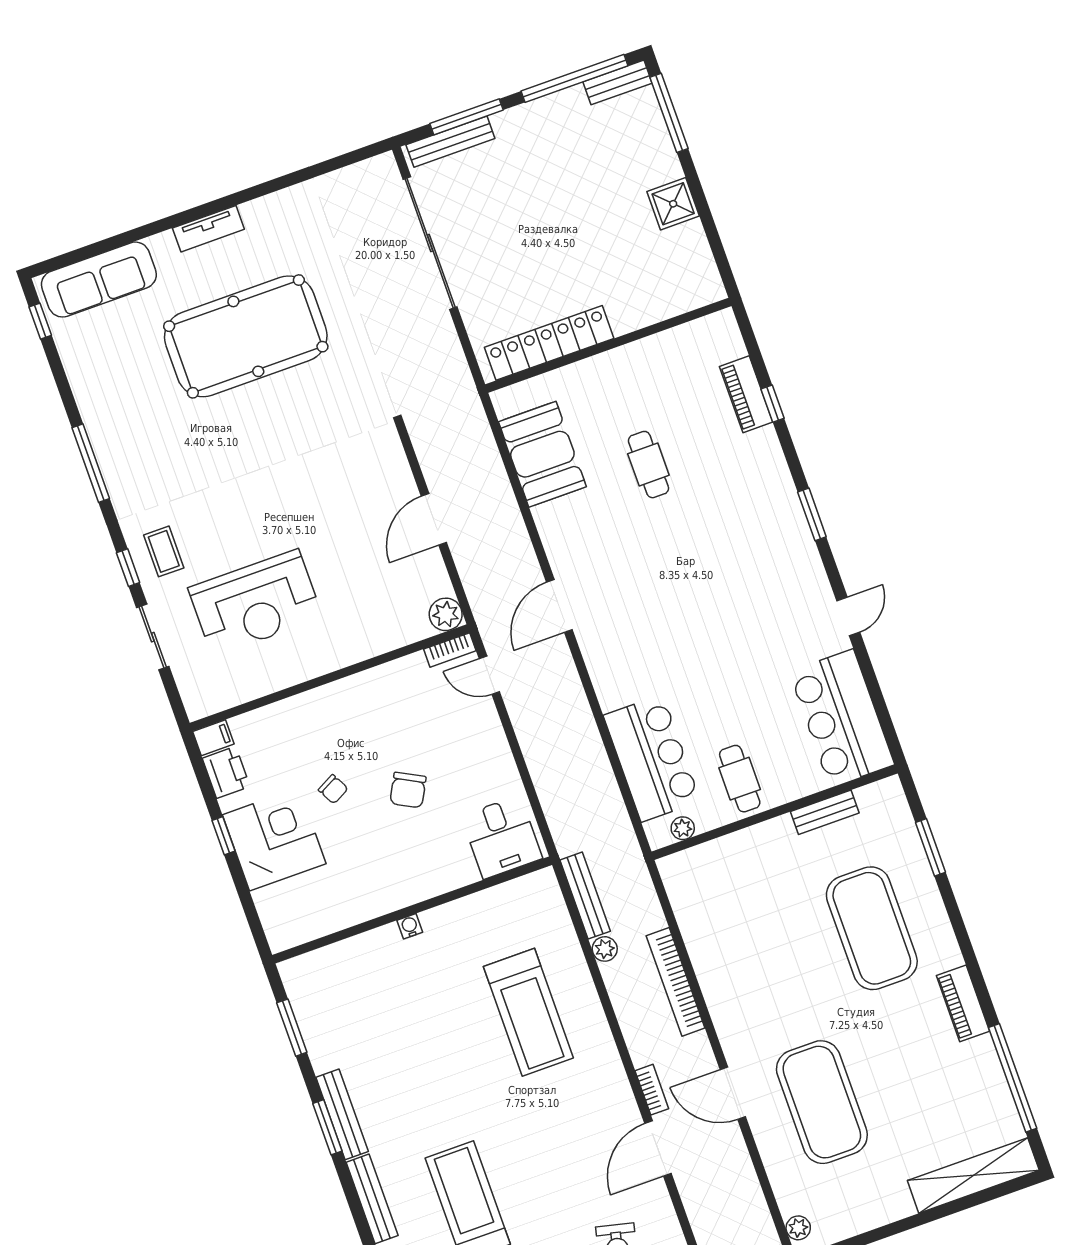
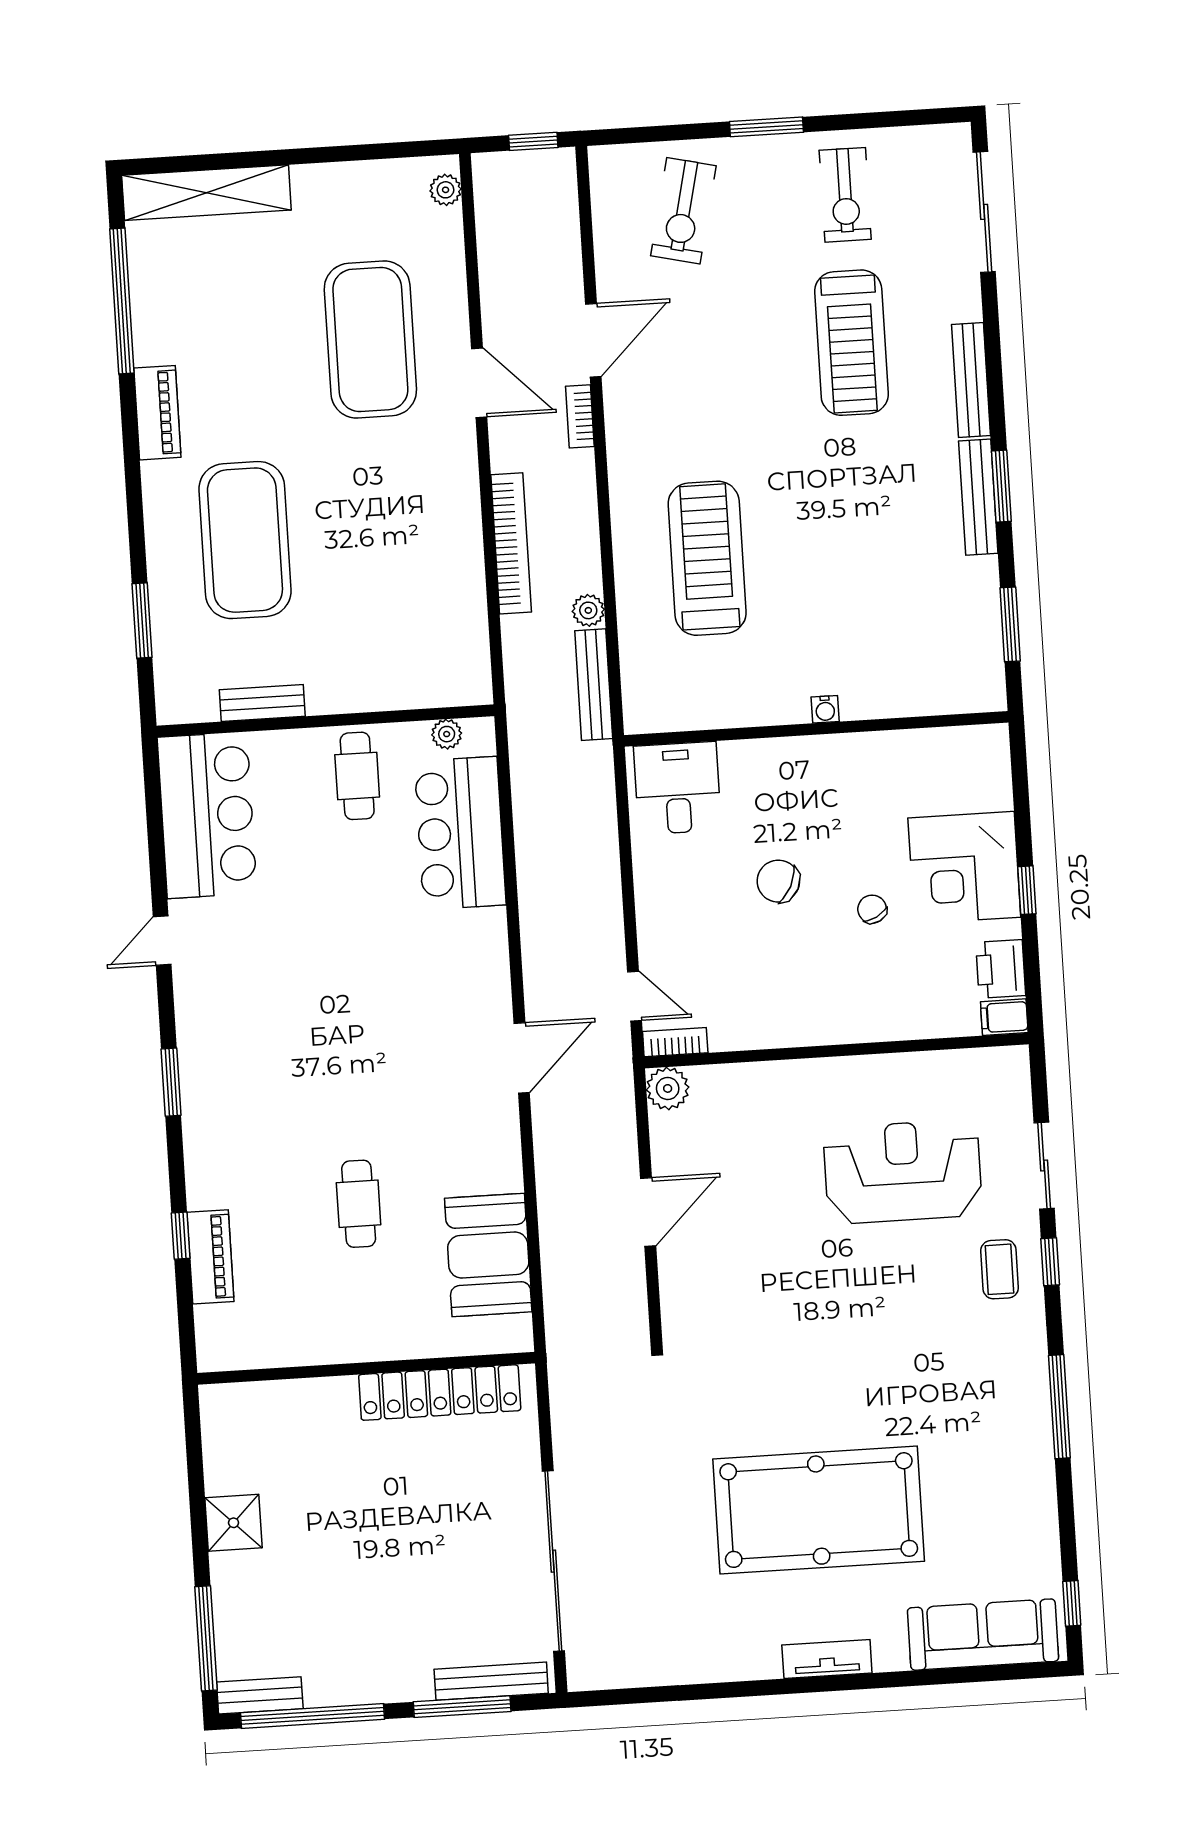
chair: (408, 790) -> (778, 881), turned -92

